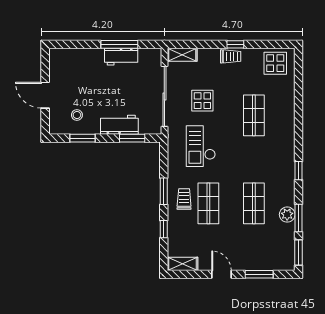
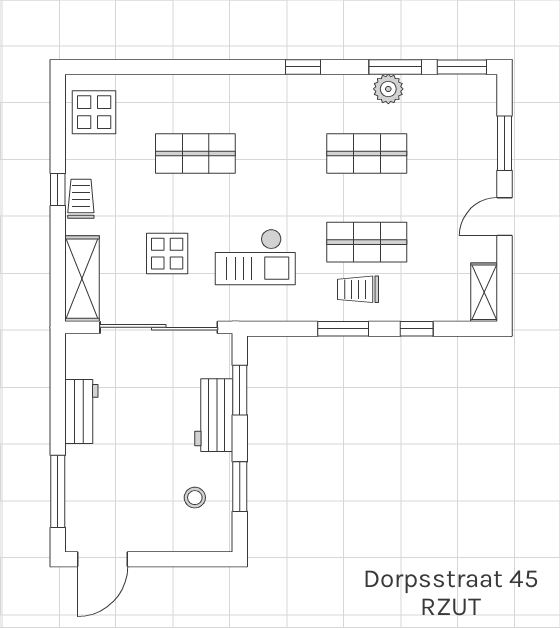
window: (119, 44) -> (58, 491), moved
shelving: (182, 55) -> (82, 279), width x1.50, depth x1.33
door: (45, 95) -> (102, 559), moved

